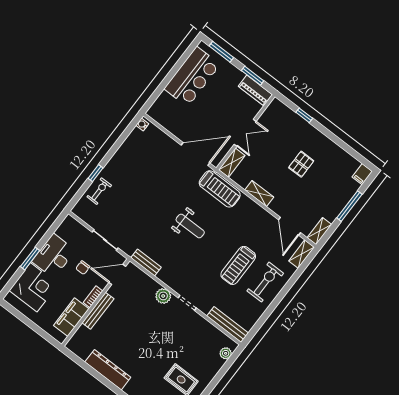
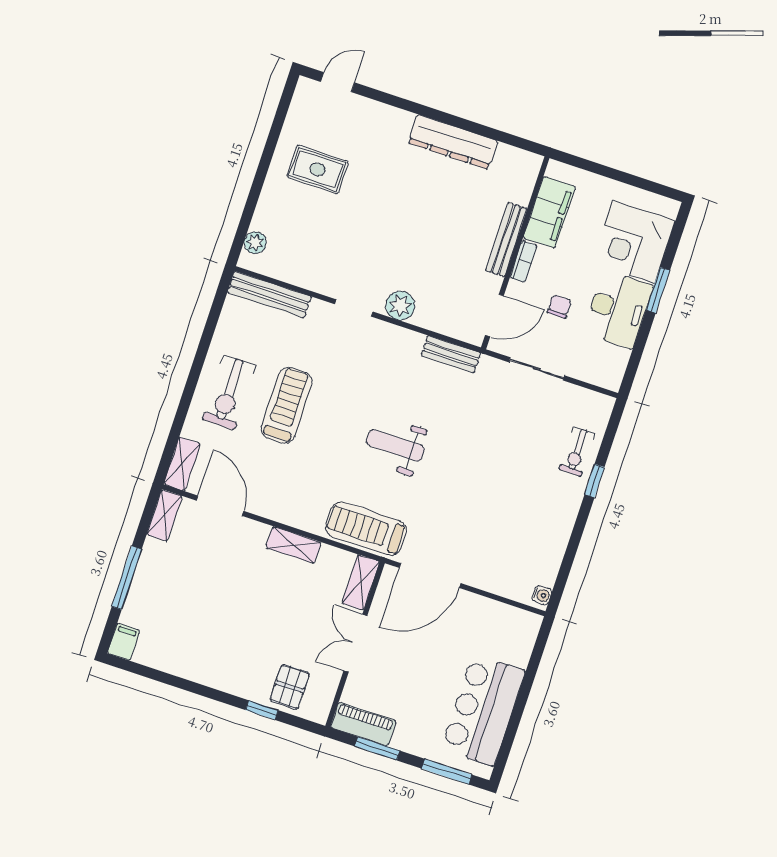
pallet: (301, 164) -> (290, 687), moved

